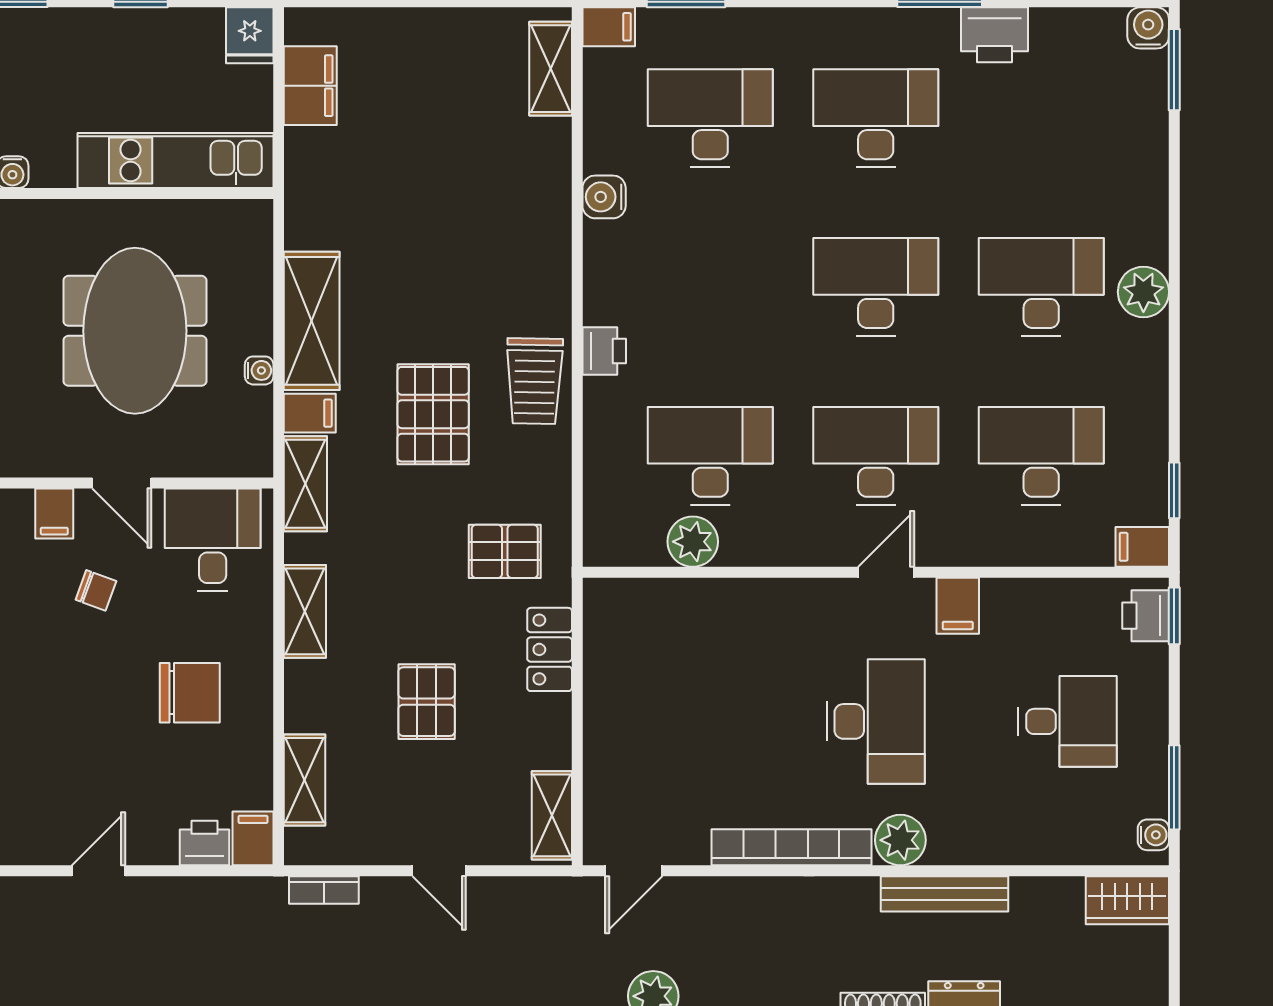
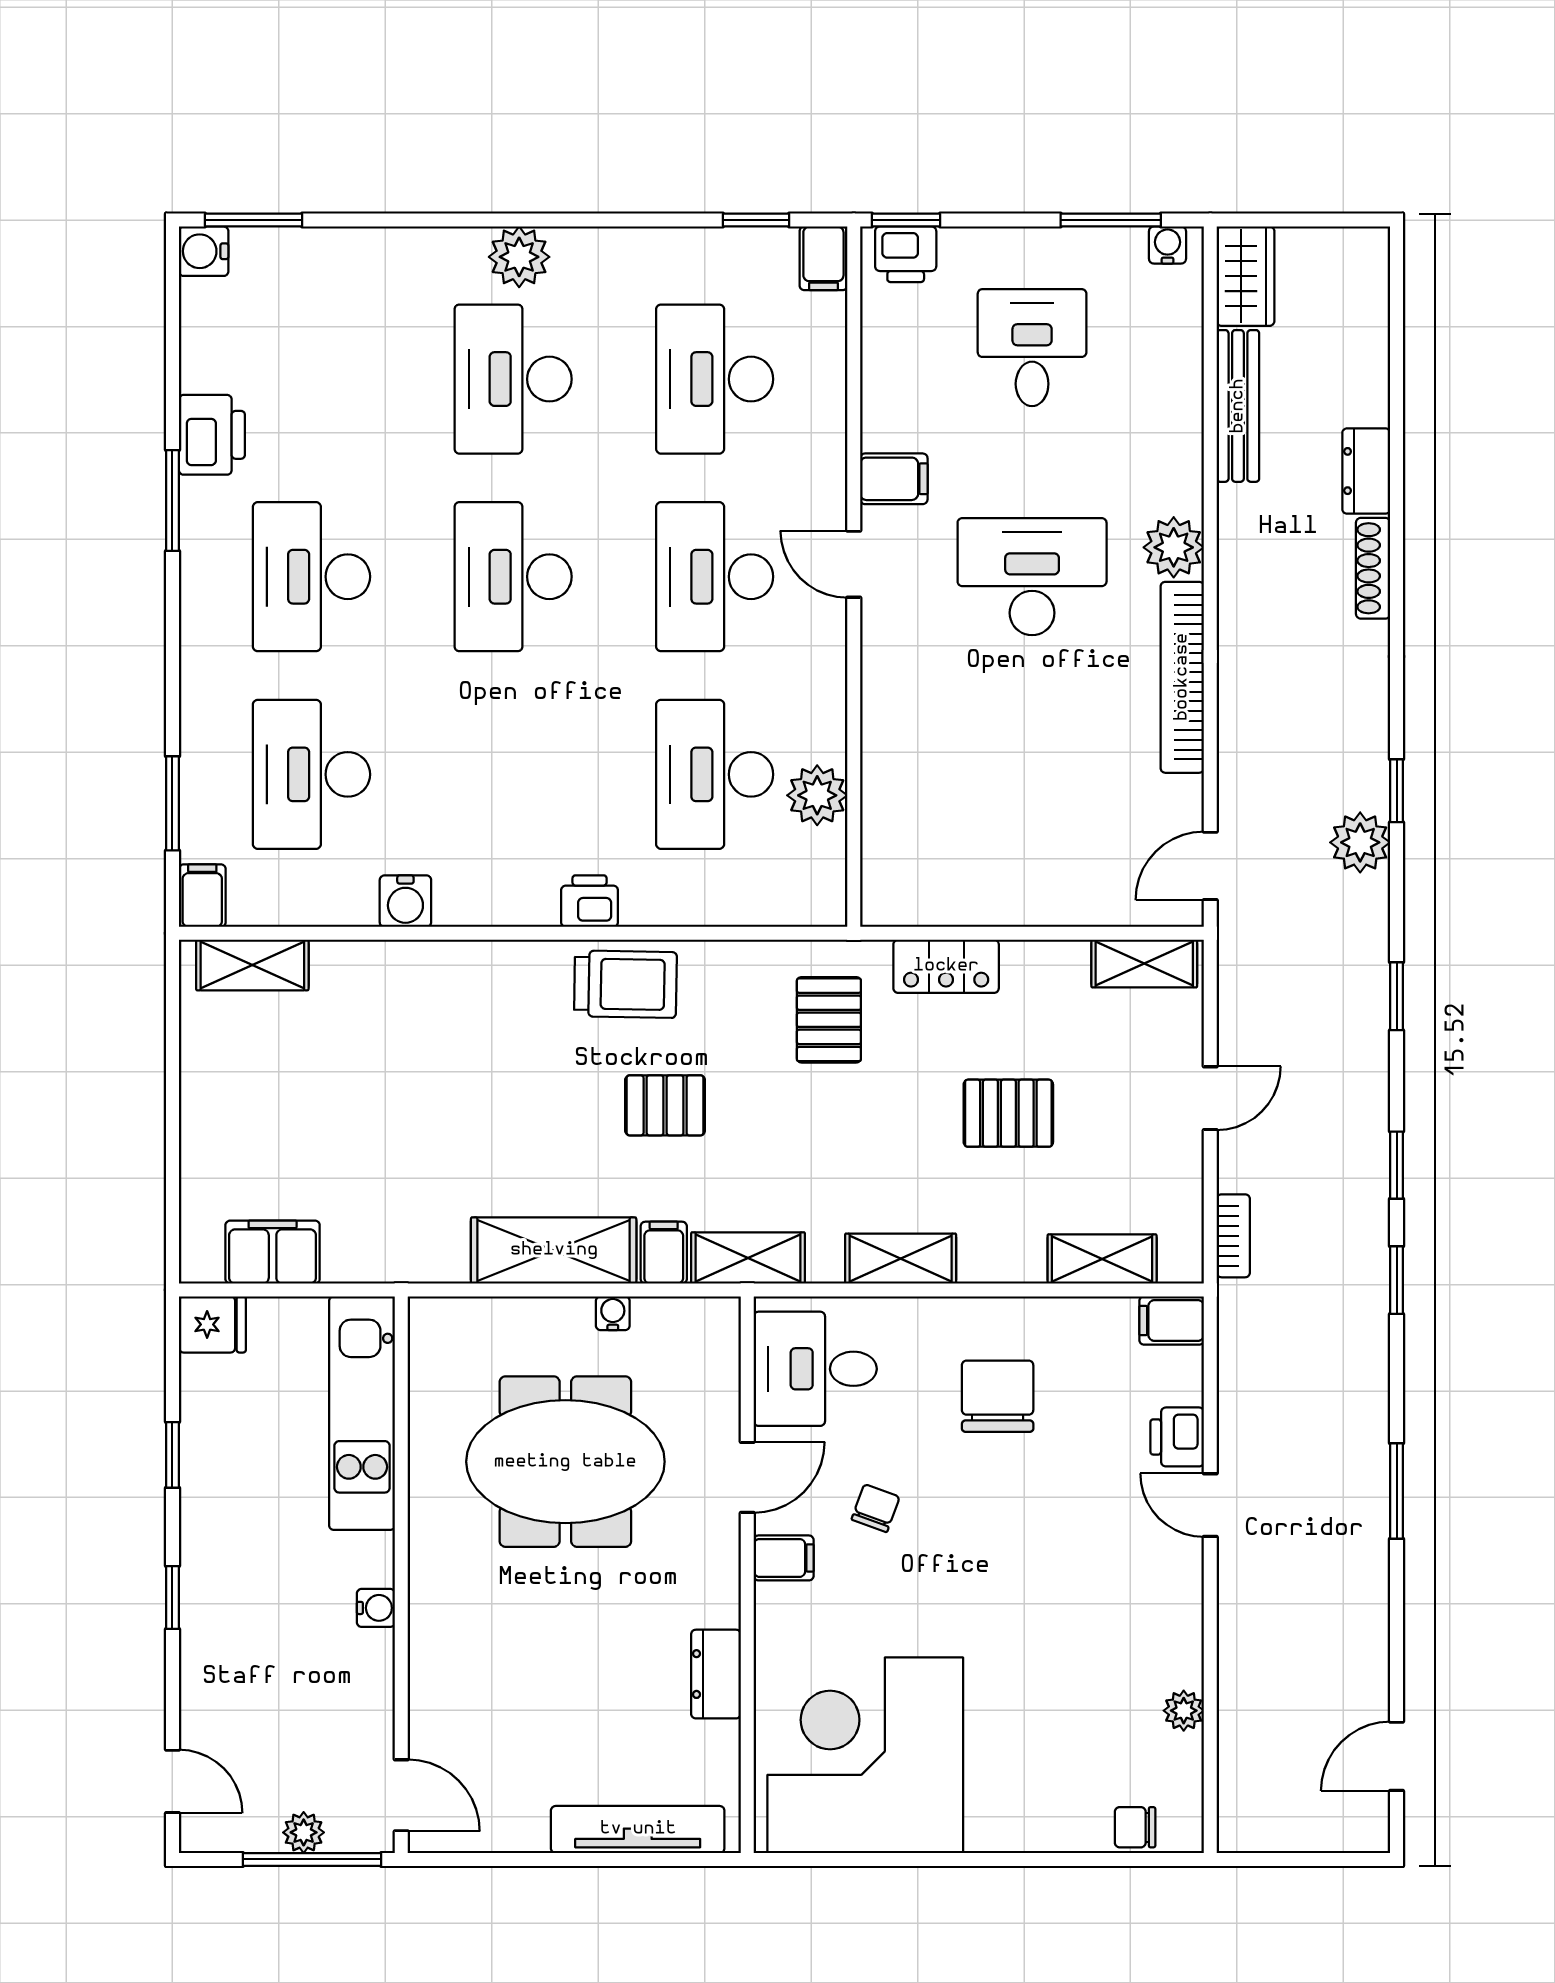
pallet: (433, 414) -> (665, 1105), width x0.67, depth x0.71
printer: (205, 843) -> (1177, 1437), moved
door: (634, 871) -> (1210, 866), swing flipped
bench: (945, 894) -> (1238, 406), moved

